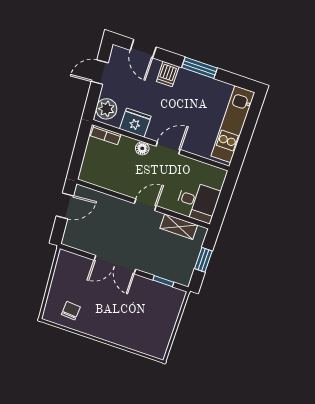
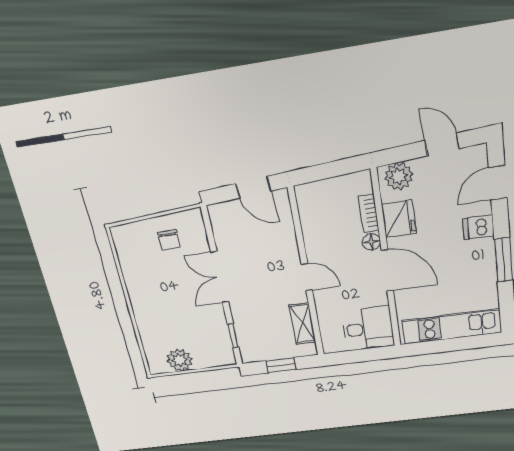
bookcase: (106, 135) -> (369, 213), moved
door: (168, 148) -> (387, 270), width x1.38
desk: (198, 202) -> (368, 329), moved, turned -90
chair: (71, 311) -> (169, 240), moved, turned 86
plant: (163, 331) -> (180, 360), added

